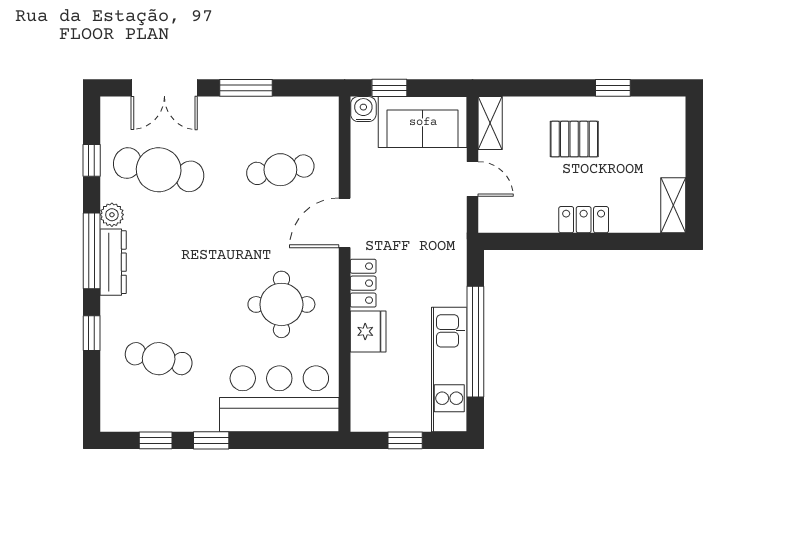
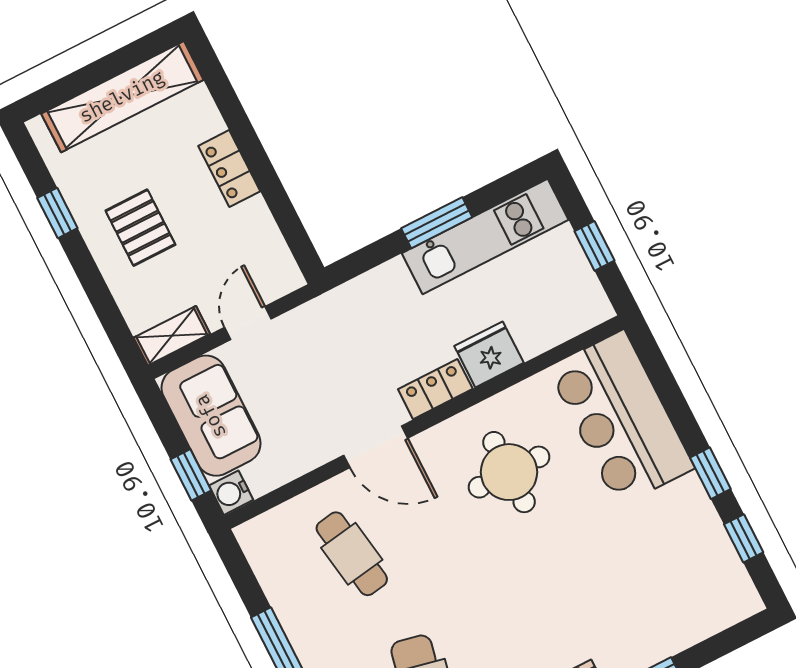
shelving: (673, 205) -> (122, 97), width x2.20, depth x1.33
window: (475, 342) -> (437, 223), width x0.47
cafe table: (159, 359) -> (646, 584), removed

